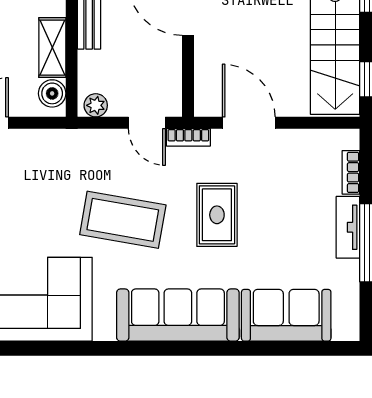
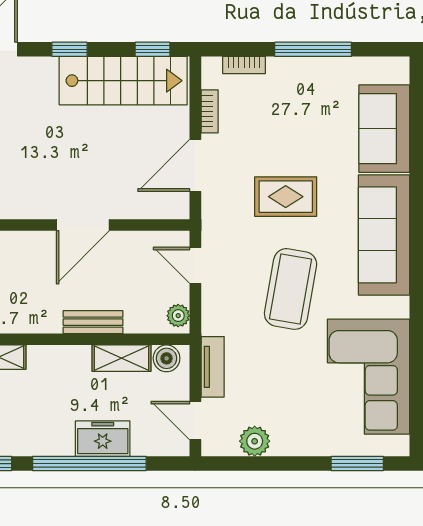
door: (147, 123) -> (195, 265), swing flipped
bookcase: (188, 137) -> (210, 111), moved
tv unit: (348, 227) -> (213, 367), moved, turned -90

